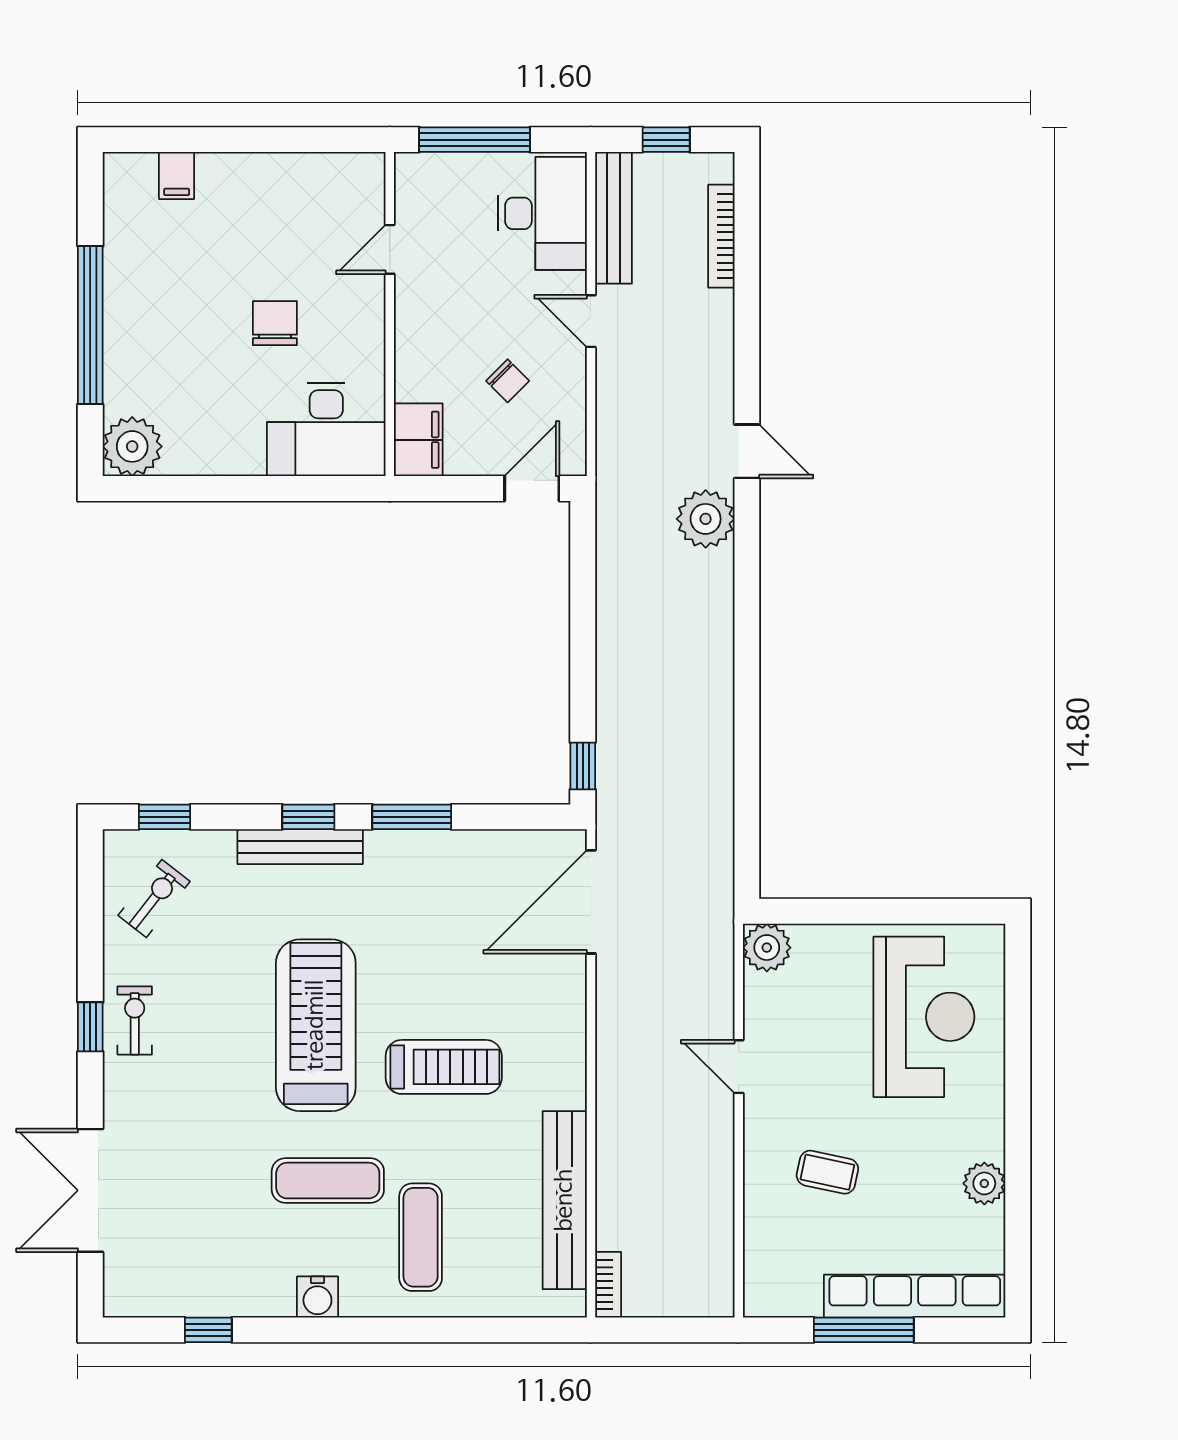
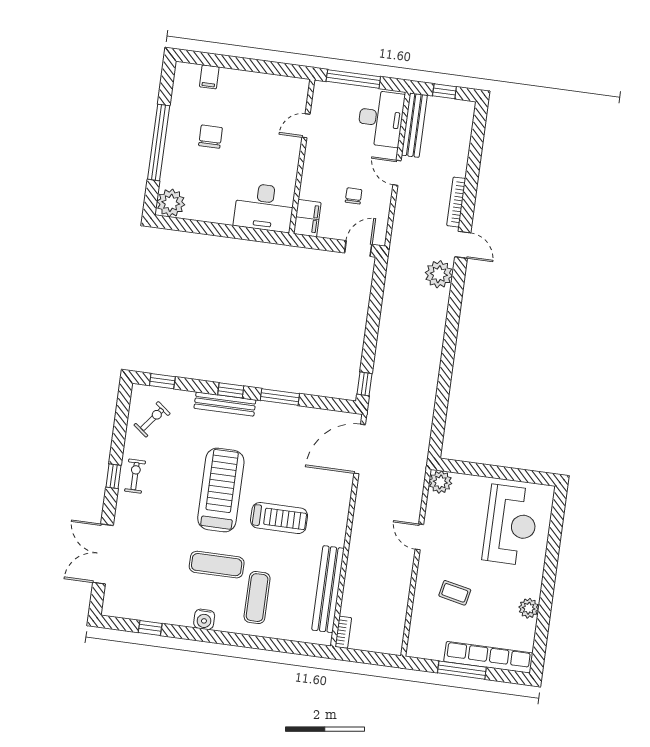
bookcase: (721, 236) -> (456, 202), moved
chair: (275, 323) -> (211, 137), moved
chair: (508, 381) -> (354, 196), turned -135

